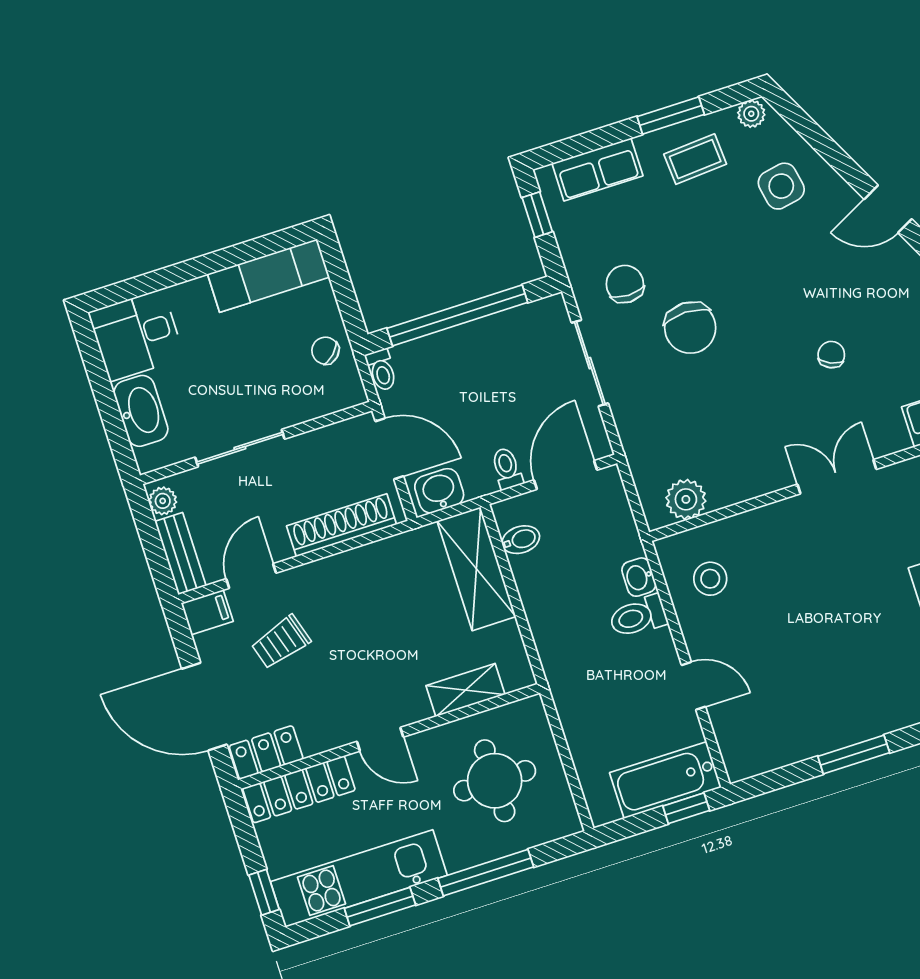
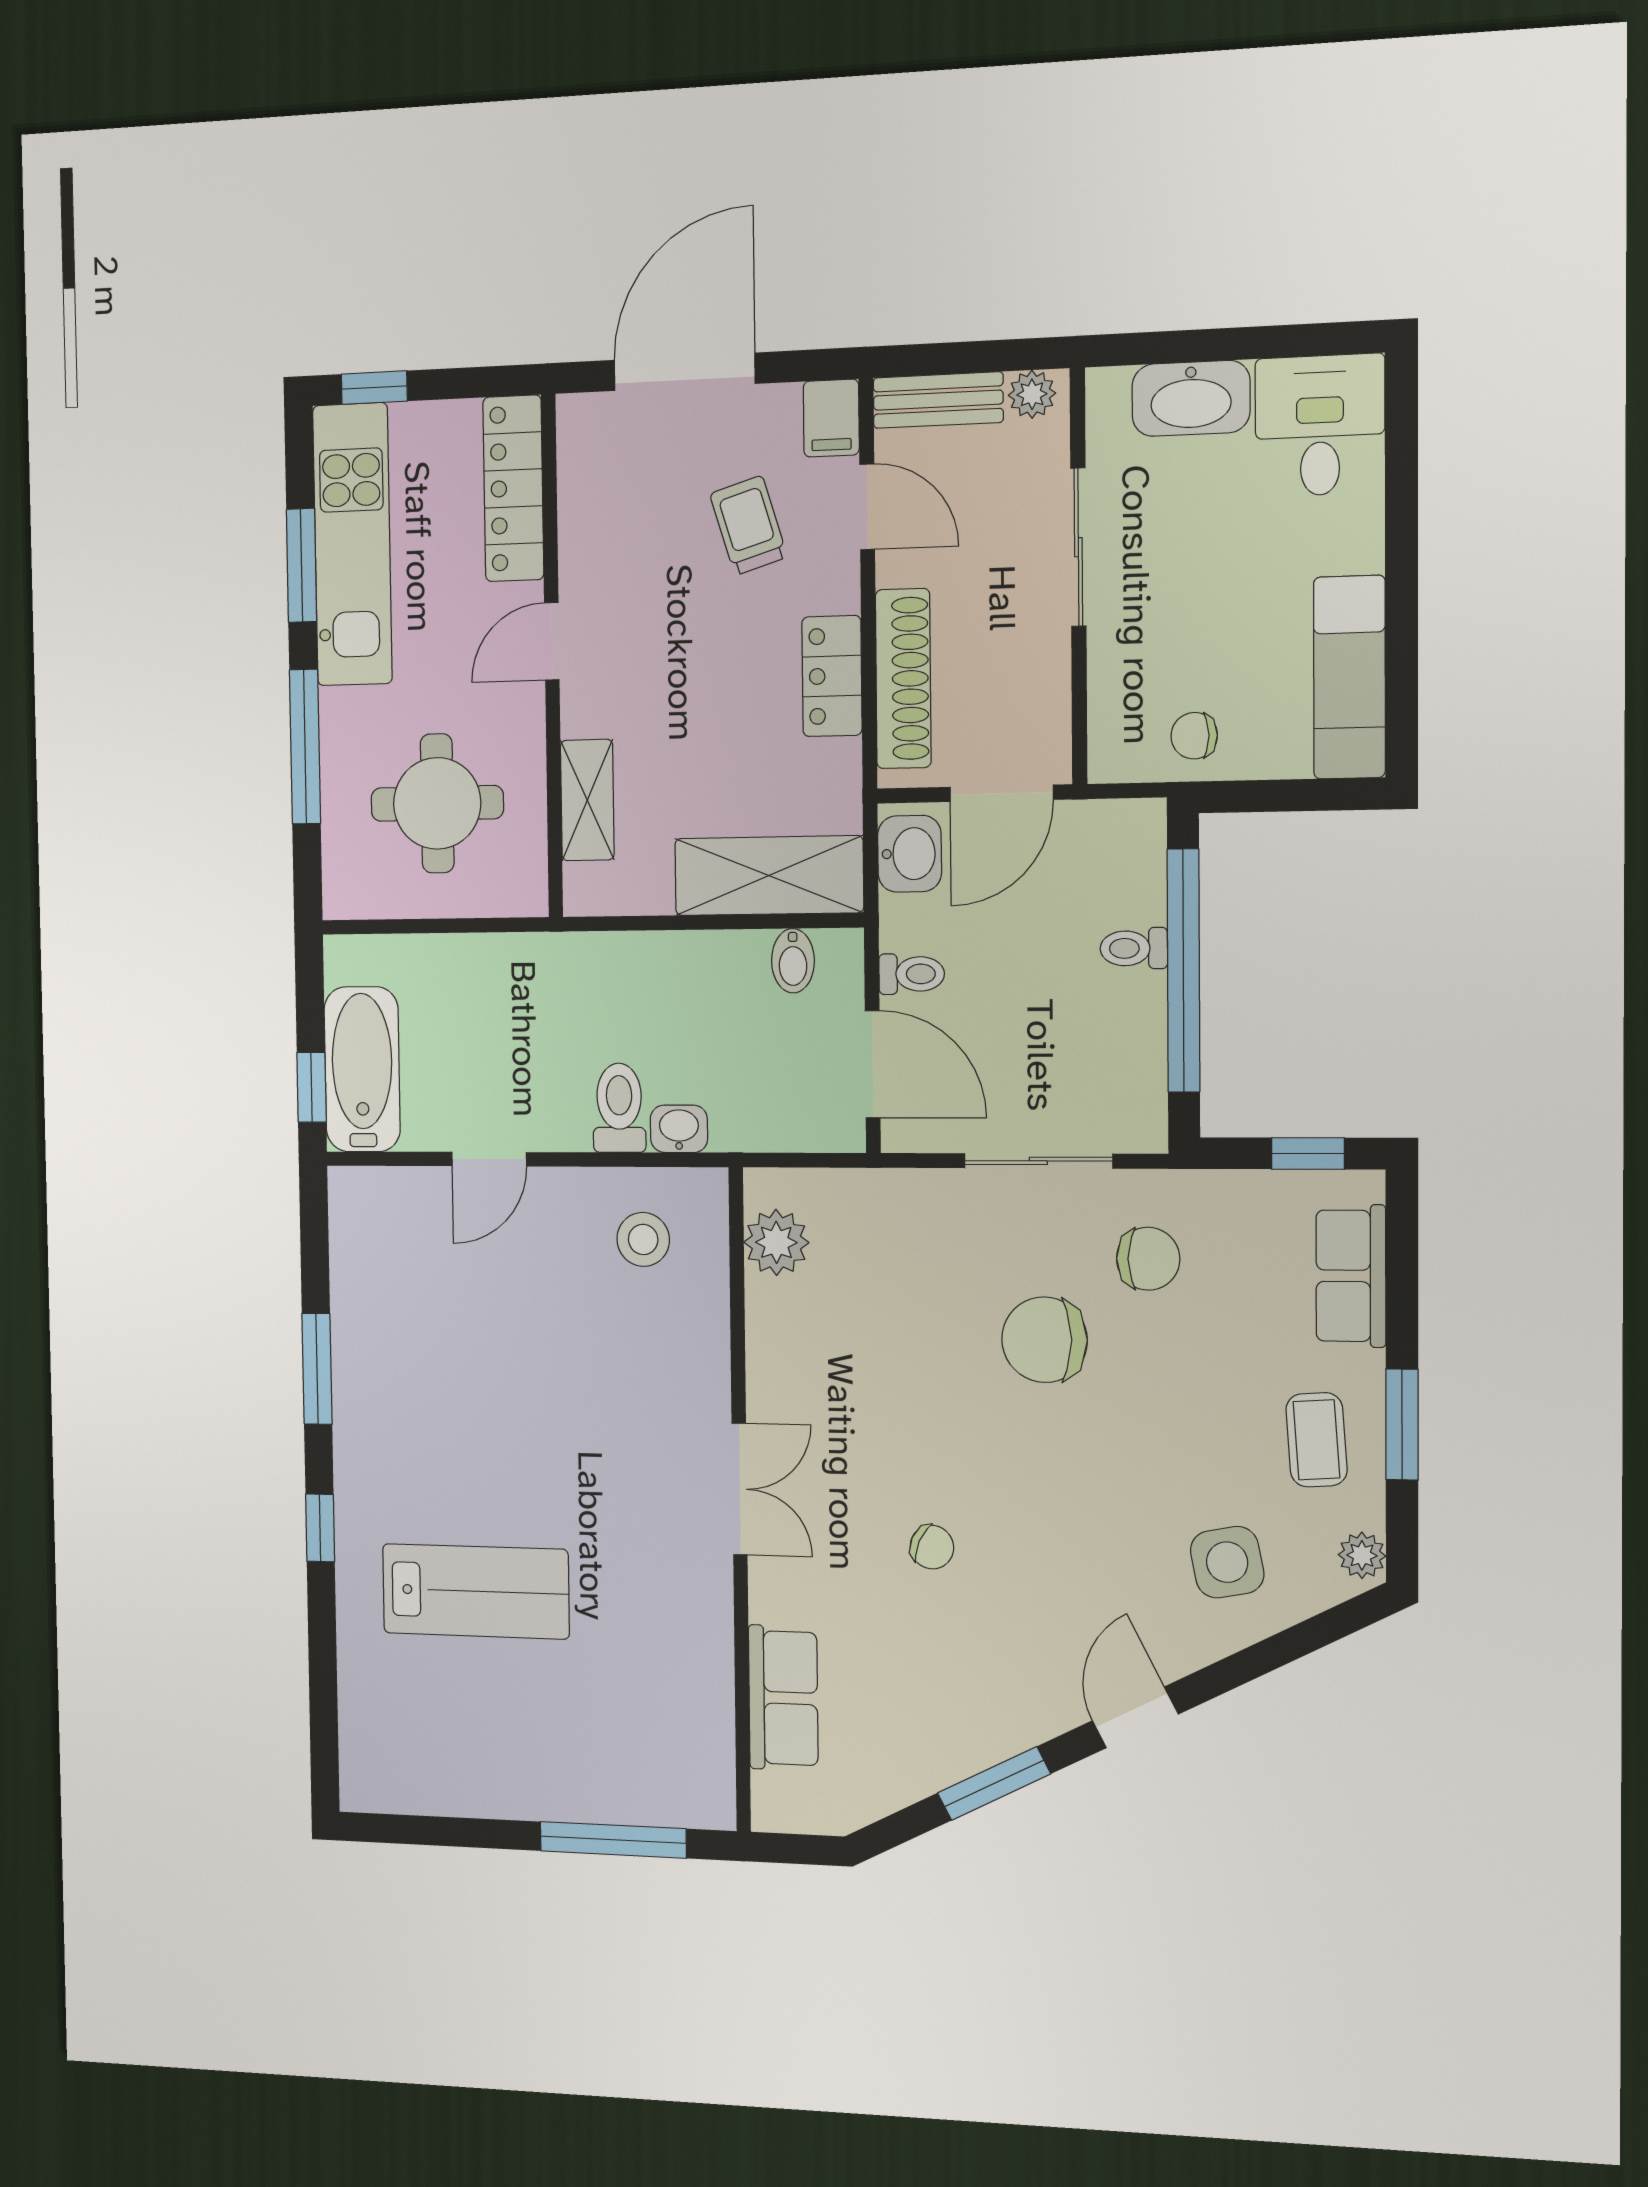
chair: (325, 351) -> (1194, 736), turned -136
toilet: (381, 370) -> (1134, 948), moved
locker: (266, 752) -> (832, 676), moved, turned 180

